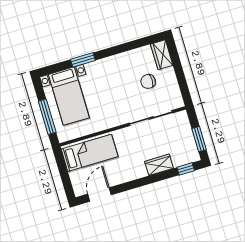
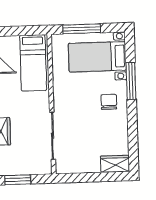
window: (83, 60) -> (131, 81), width x1.44
chair: (148, 81) -> (109, 102), moved

